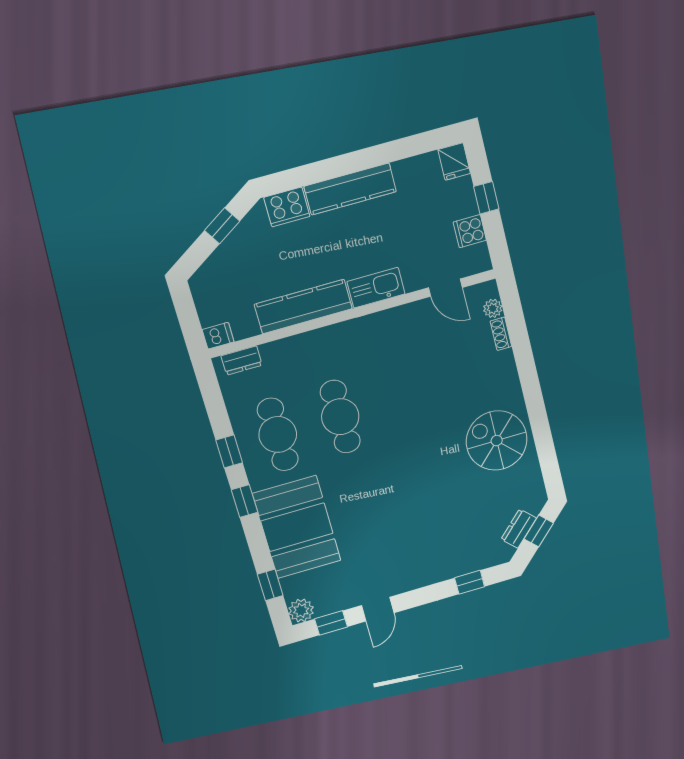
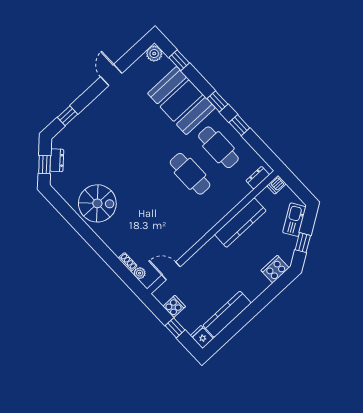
kitchen counter: (350, 189) -> (227, 314), moved
kitchen sink: (376, 288) -> (294, 220), moved, turned 148
window: (331, 623) -> (134, 54), removed

